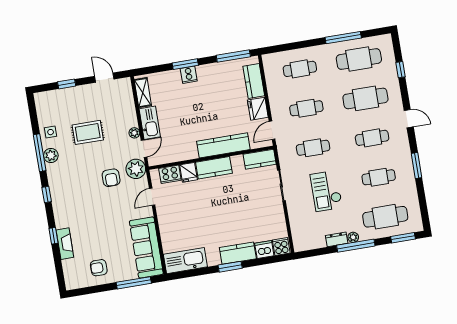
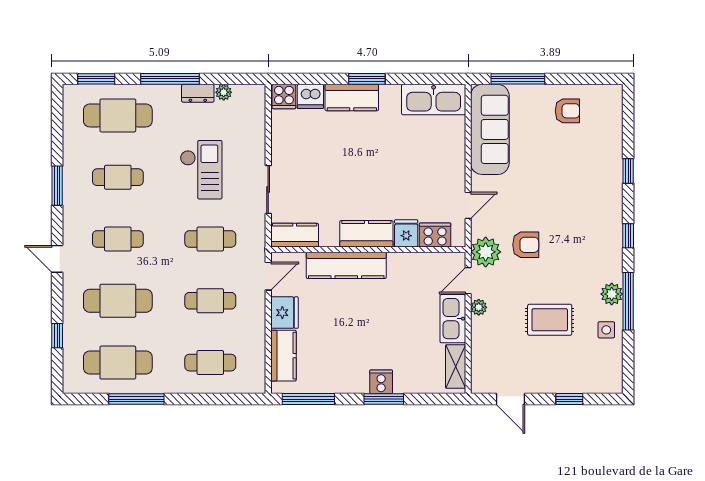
armchair: (111, 178) -> (526, 245), turned 90
plant: (353, 237) -> (224, 92), moved
fireplace: (65, 244) -> (613, 156), removed

